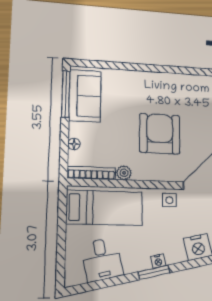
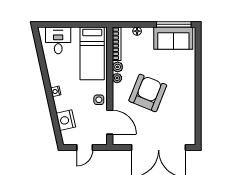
armchair: (160, 134) -> (148, 93), turned -68
plant: (139, 174) -> (117, 78), added
desk: (102, 260) -> (58, 40), moved, turned 102
window: (154, 272) -> (48, 88), removed

